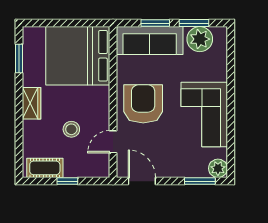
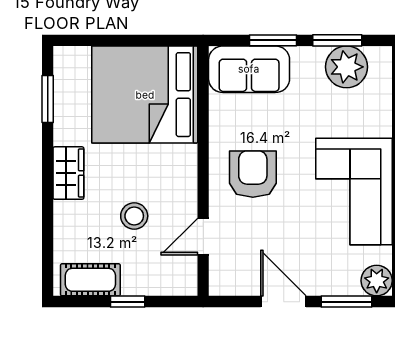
sofa: (150, 41) -> (249, 69), width x0.73
armchair: (143, 104) -> (253, 174), width x0.73, depth x0.73
door: (142, 181) -> (283, 302), moved

